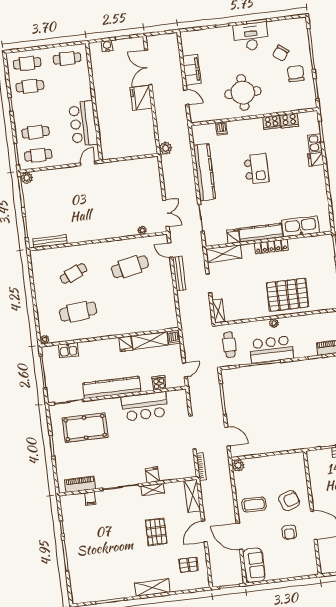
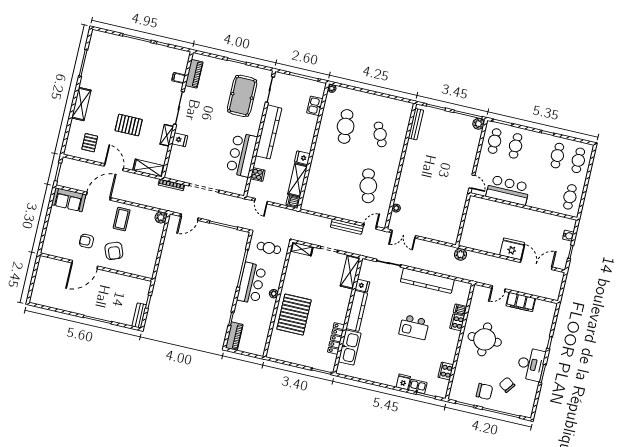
cooker: (272, 122) -> (457, 322), moved
locker: (271, 246) -> (336, 338), moved

